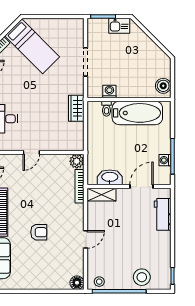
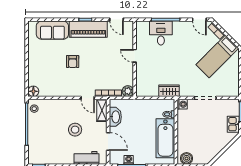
washing machine: (109, 91) -> (182, 104), moved
door: (85, 239) -> (88, 98), moved
stool: (142, 277) -> (75, 130), moved

